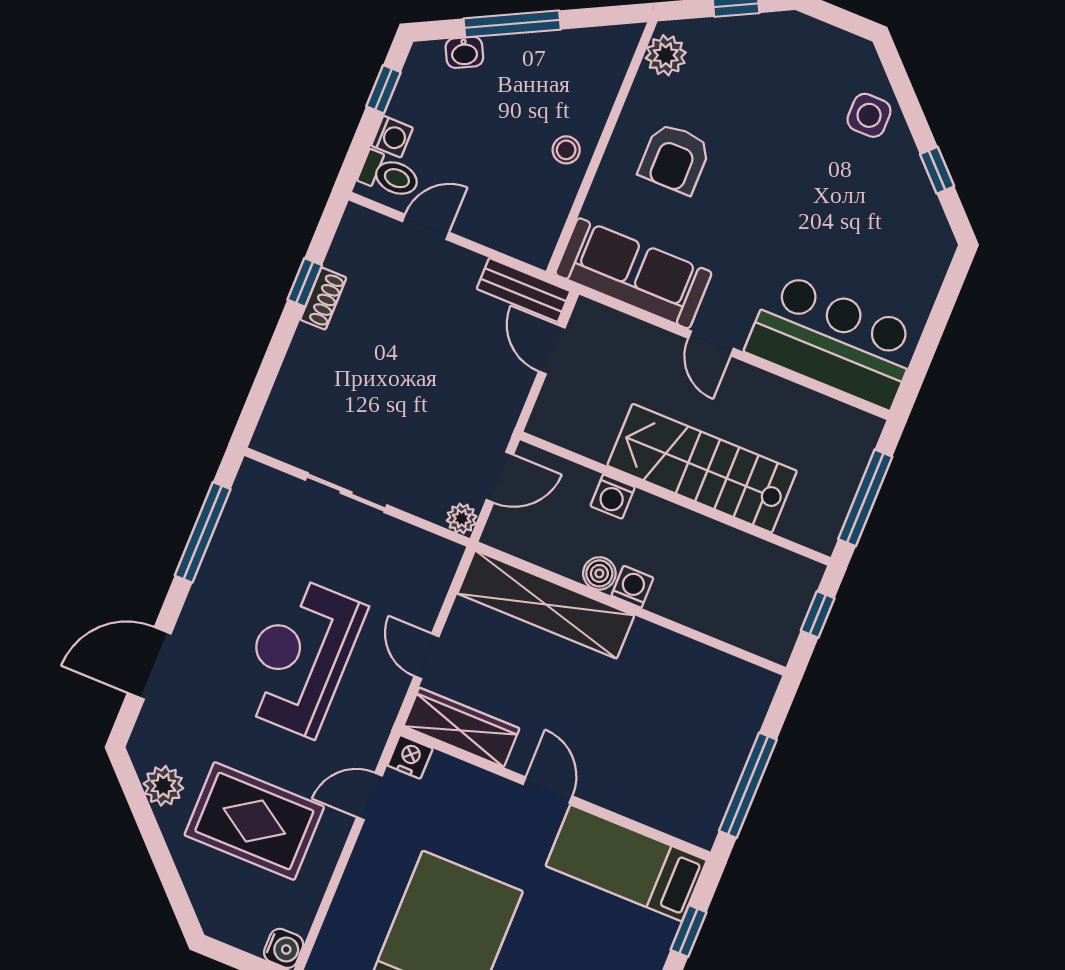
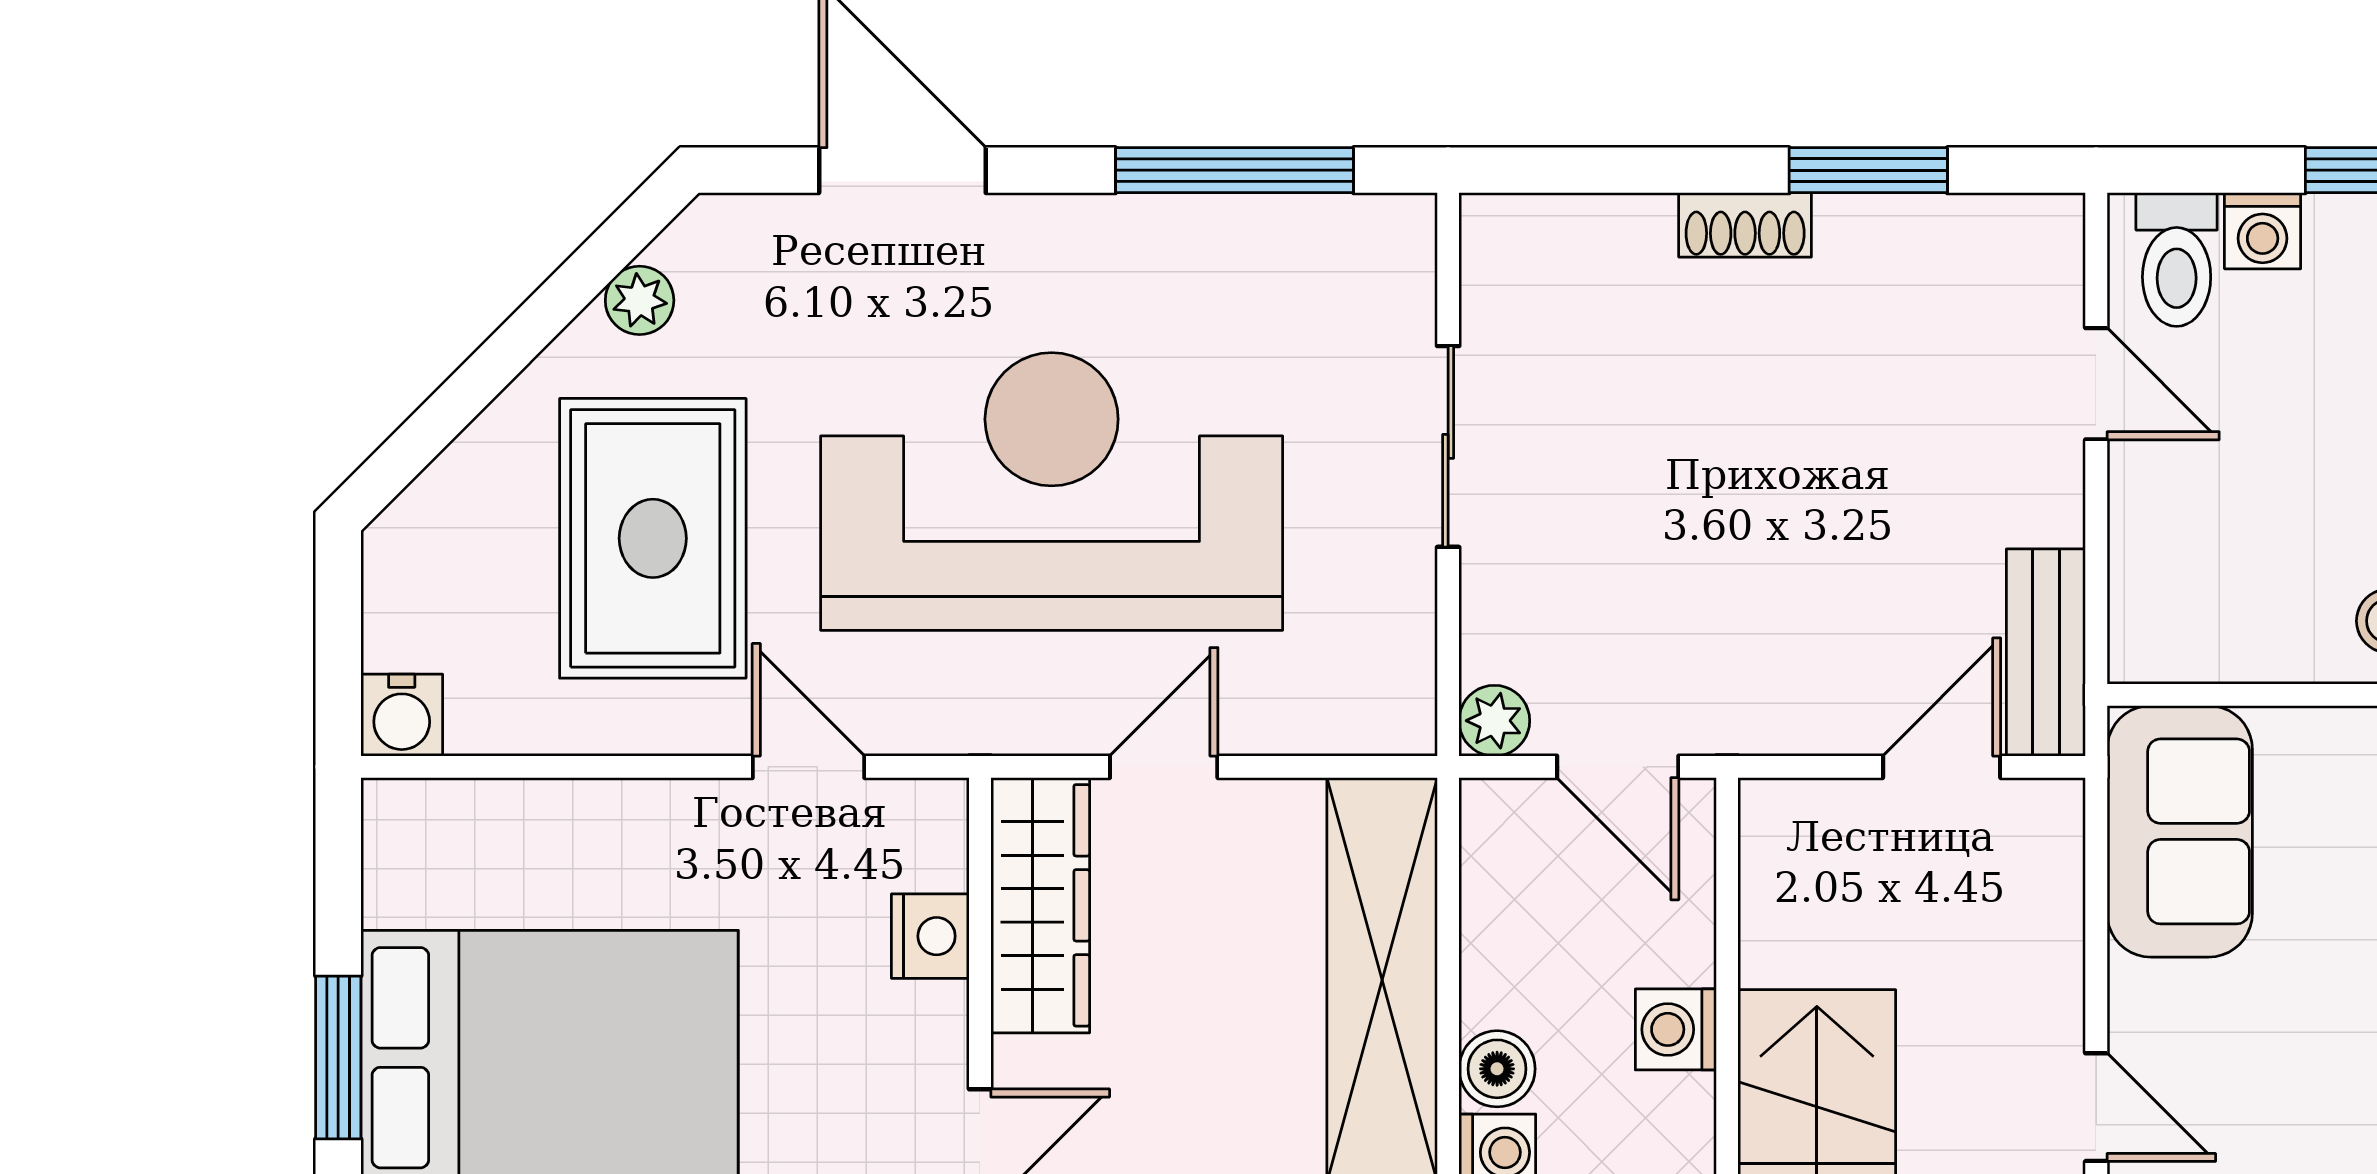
sofa: (633, 273) -> (2180, 831), width x0.73
window: (305, 282) -> (1868, 170), width x1.50
shoe rack: (323, 299) -> (1745, 225), moved
door: (711, 343) -> (2096, 1107), swing flipped
reception desk: (300, 656) -> (1052, 491), width x1.36, depth x1.30
nightstand: (410, 757) -> (930, 936), moved
plant: (163, 786) -> (640, 300), width x0.73, depth x0.73

